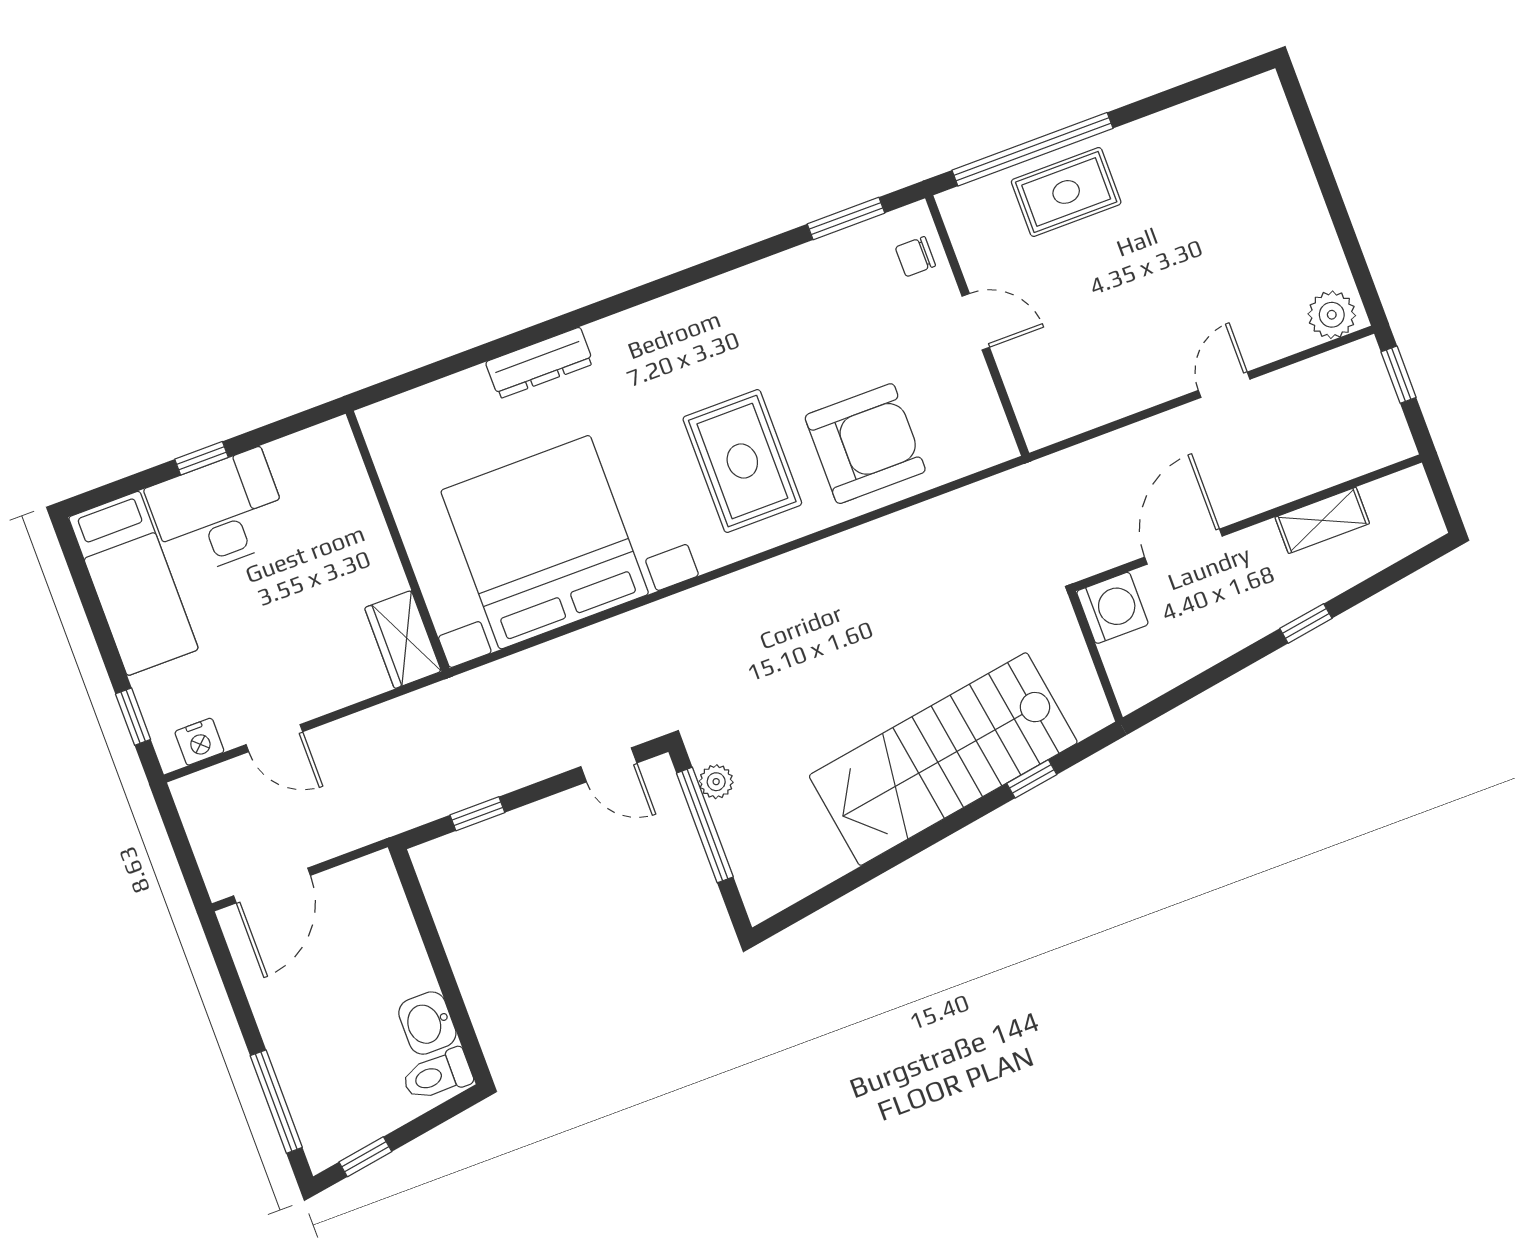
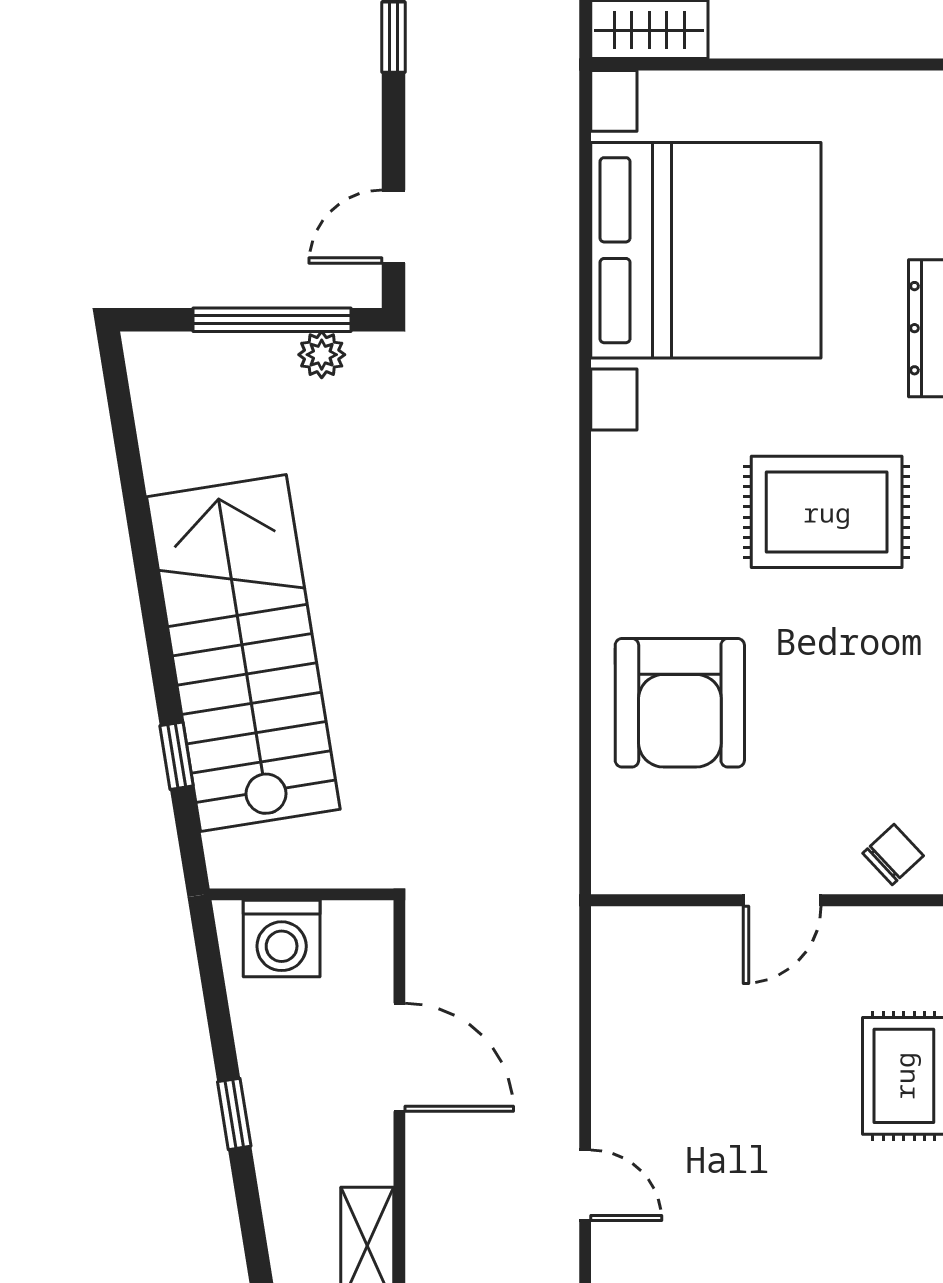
chair: (915, 257) -> (893, 855), turned 47
rug: (742, 461) -> (827, 512), moved
washing machine: (1112, 608) -> (282, 939), moved
window: (1306, 623) -> (234, 1114), moved

